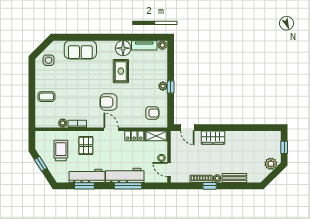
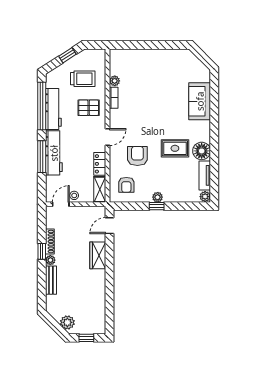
side table: (49, 60) -> (188, 64), removed
coffee table: (46, 97) -> (145, 62), removed
armchair: (109, 102) -> (137, 156), moved
window: (84, 186) -> (42, 106), width x2.11

